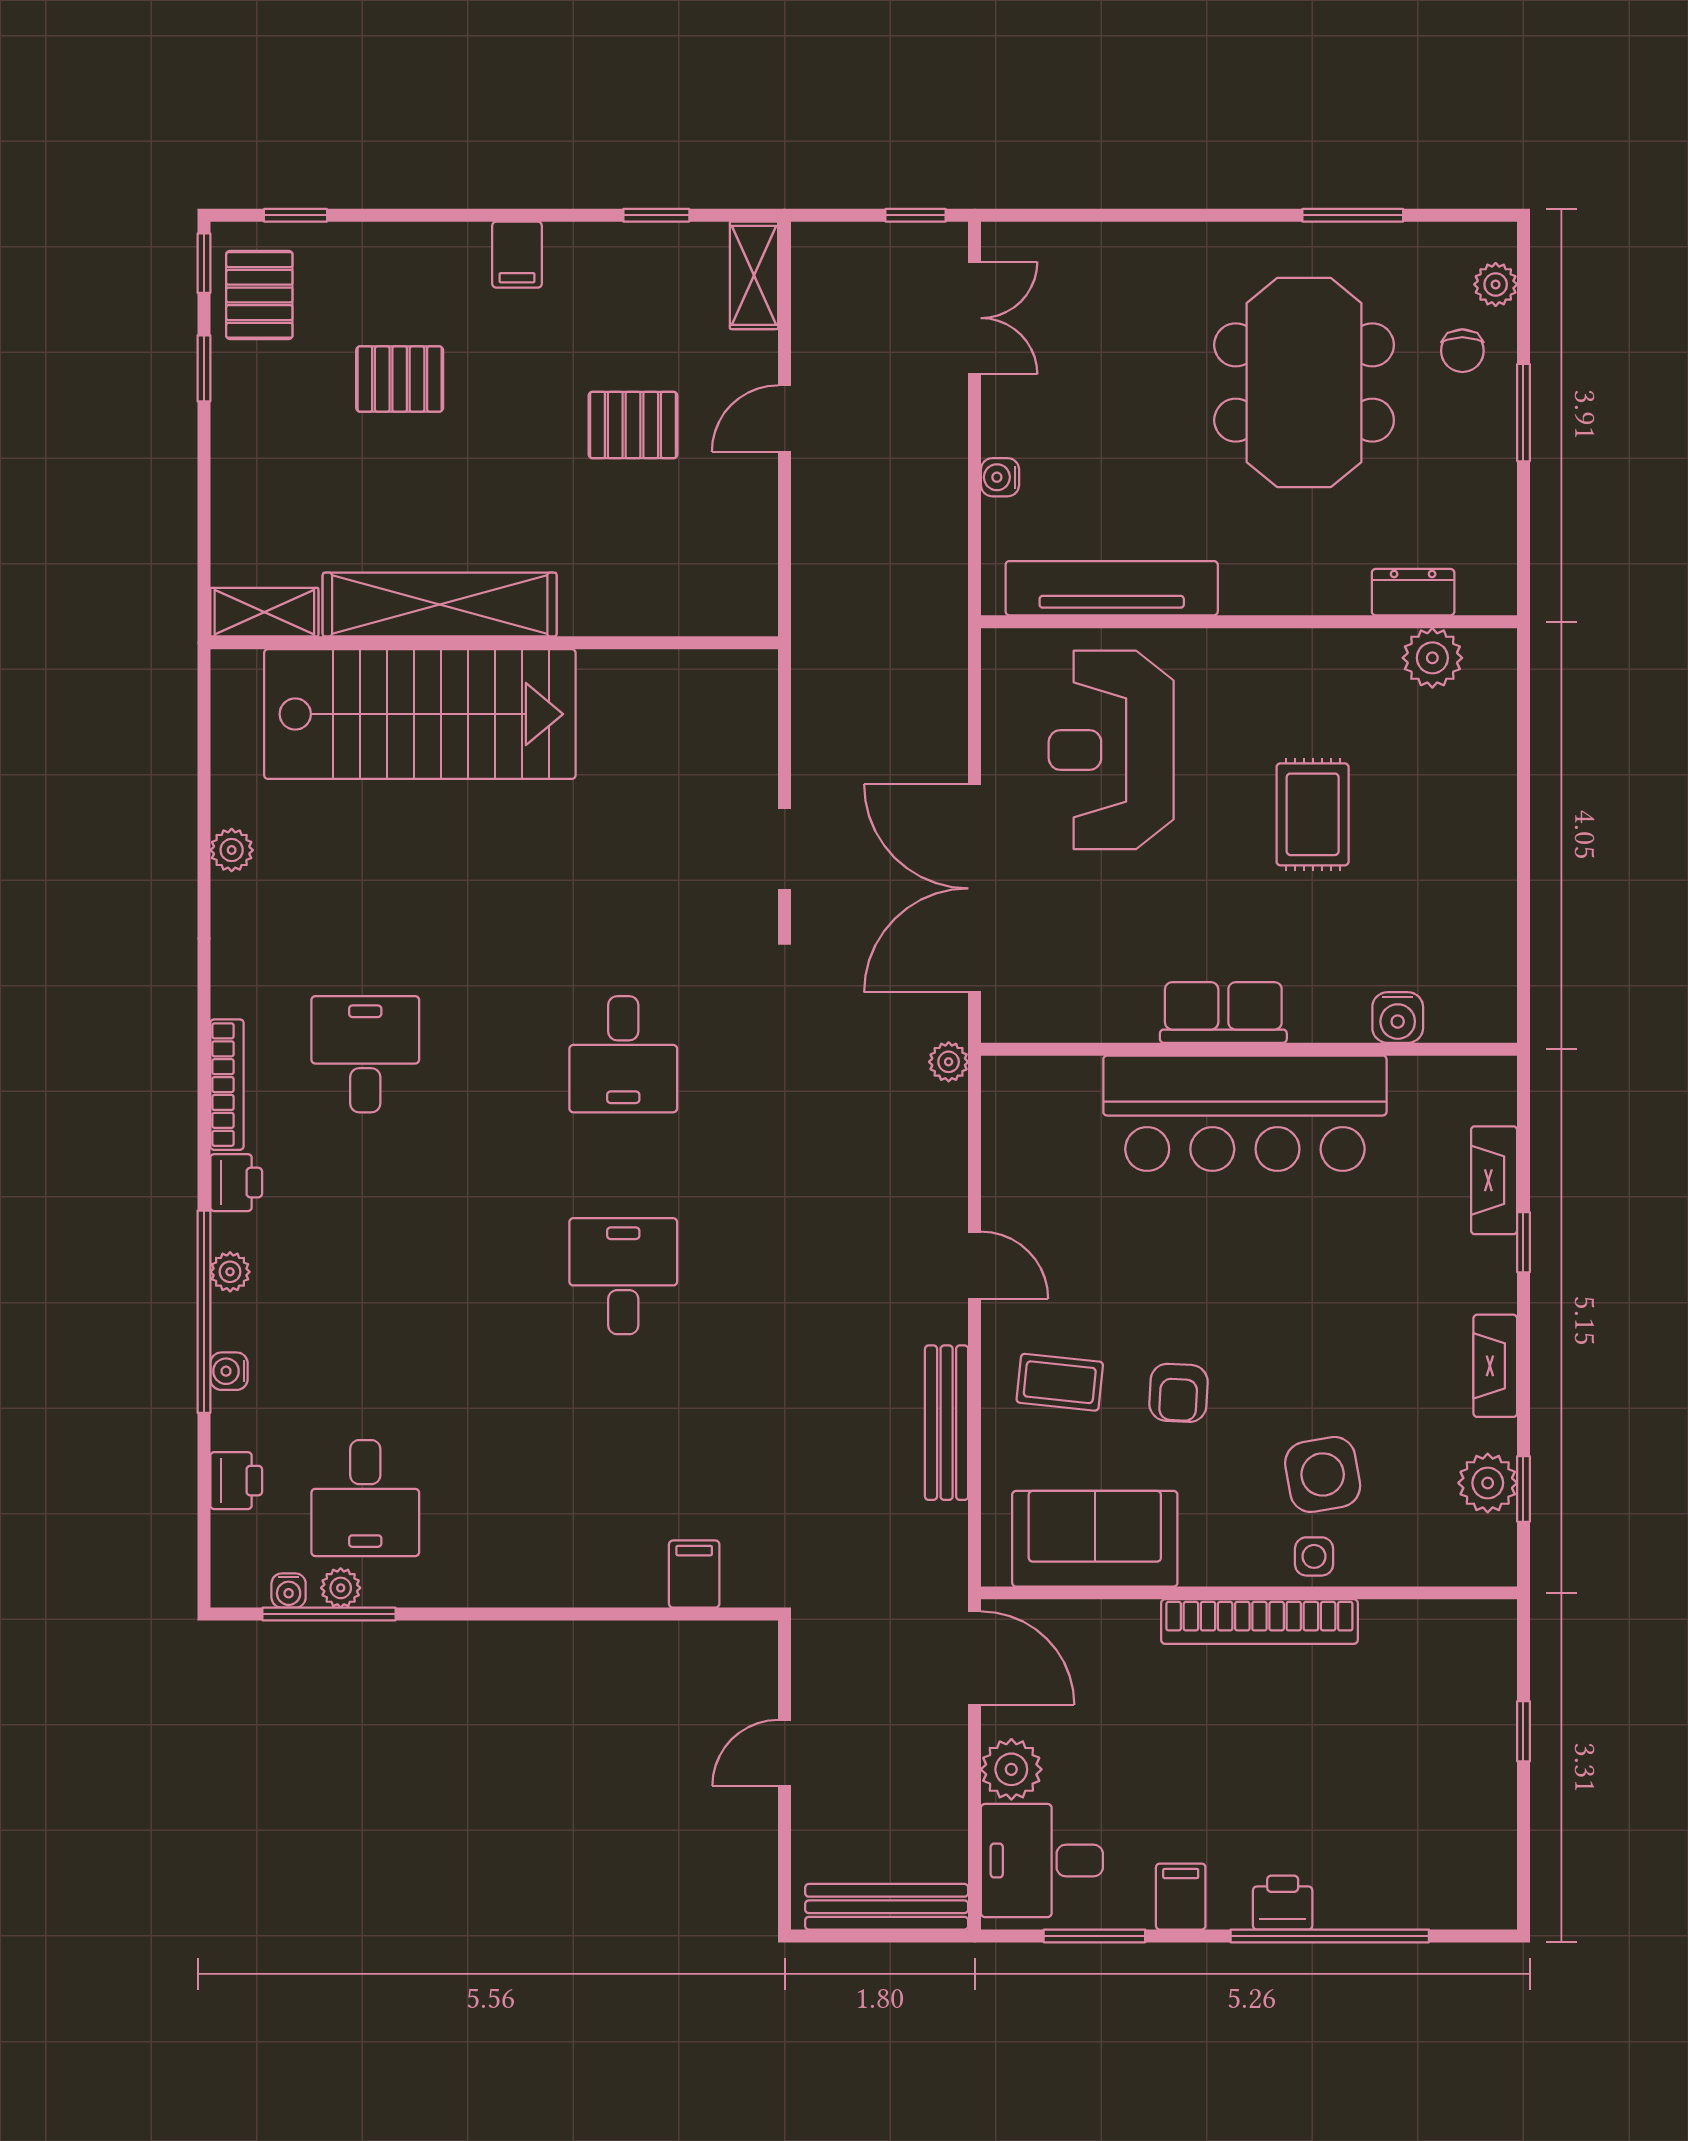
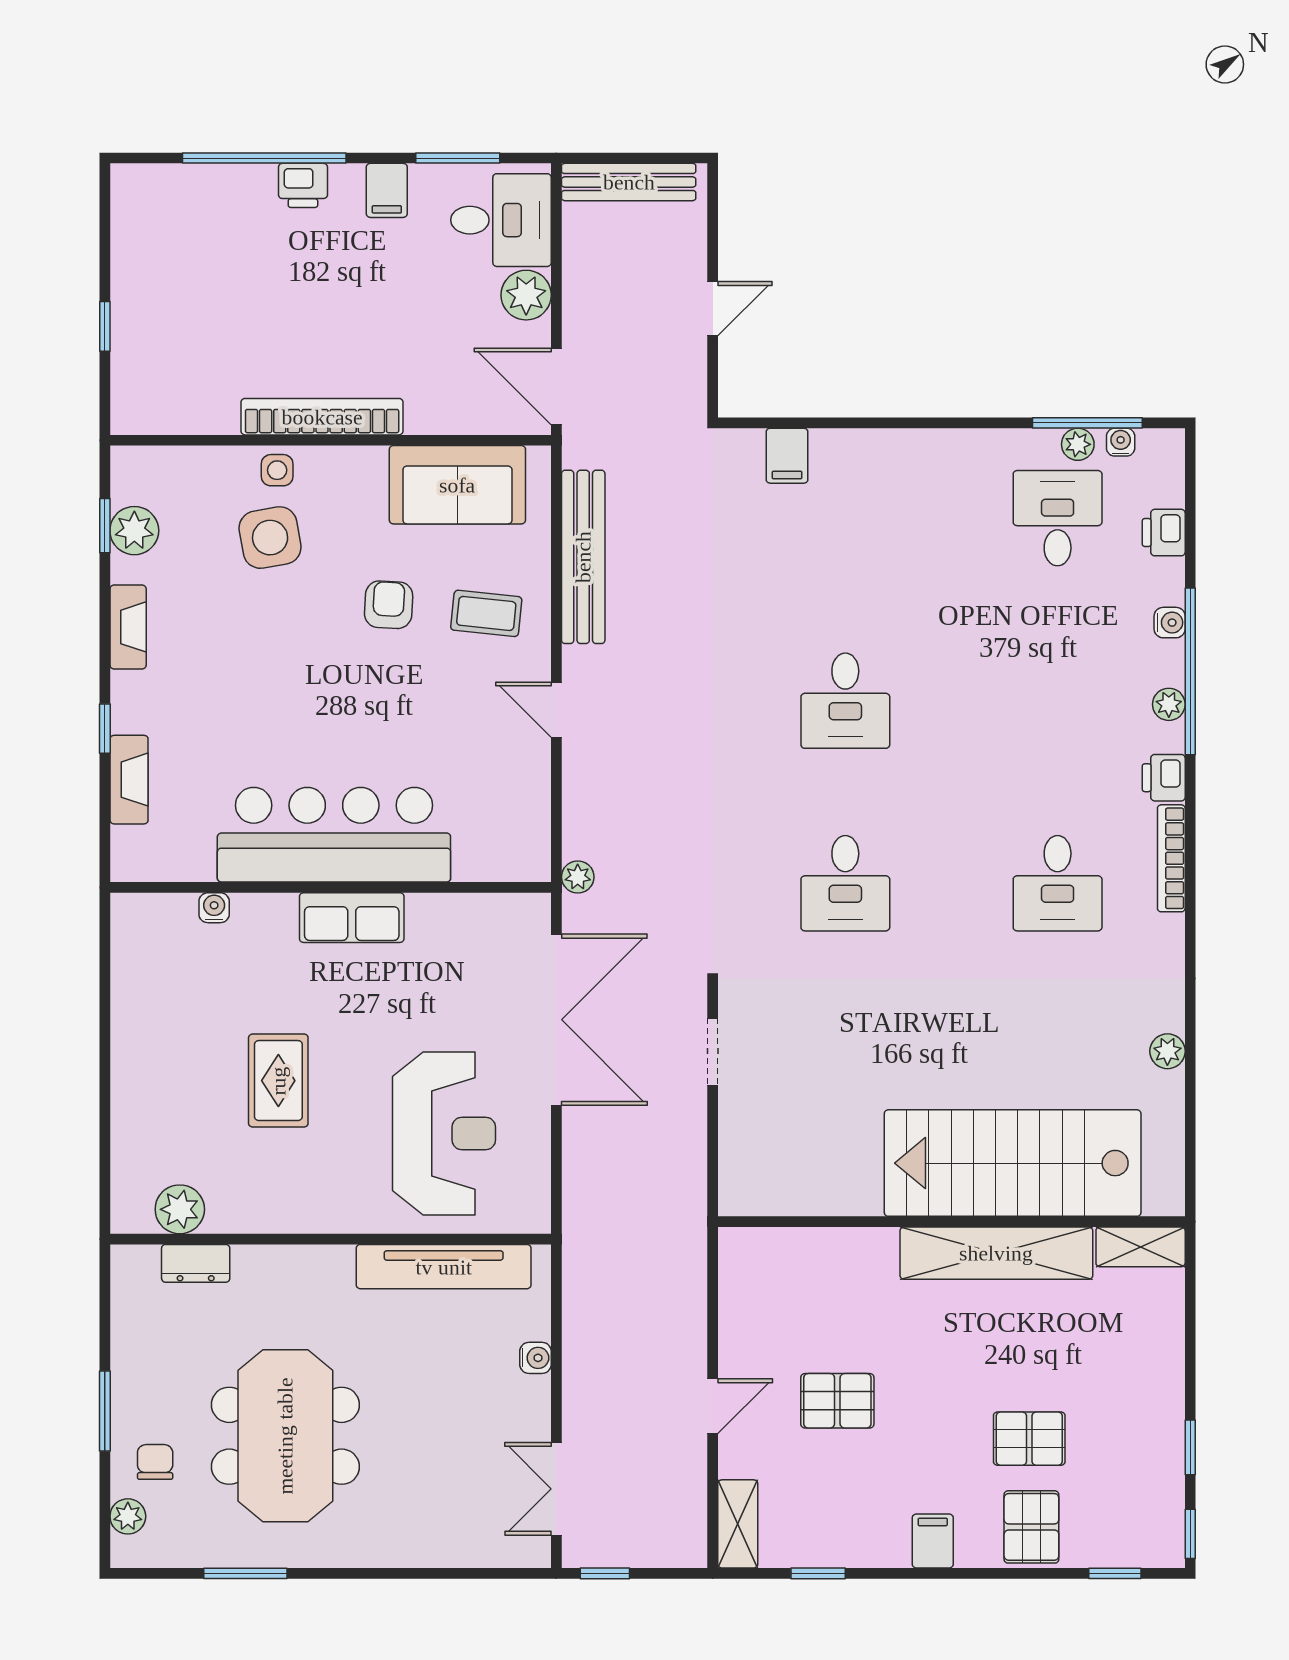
pallet: (259, 295) -> (1031, 1527), moved
water cooler: (1398, 1017) -> (214, 908), width x0.72, depth x0.72
desk: (623, 1054) -> (845, 883), turned 180
bench: (947, 1423) -> (583, 557), width x1.37, depth x1.21

